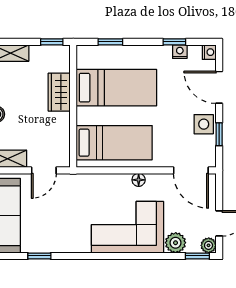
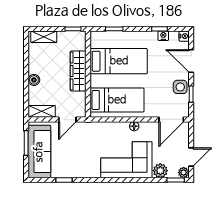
wardrobe: (59, 92) -> (78, 71), width x1.50
door: (191, 170) -> (171, 120), hinge flipped

